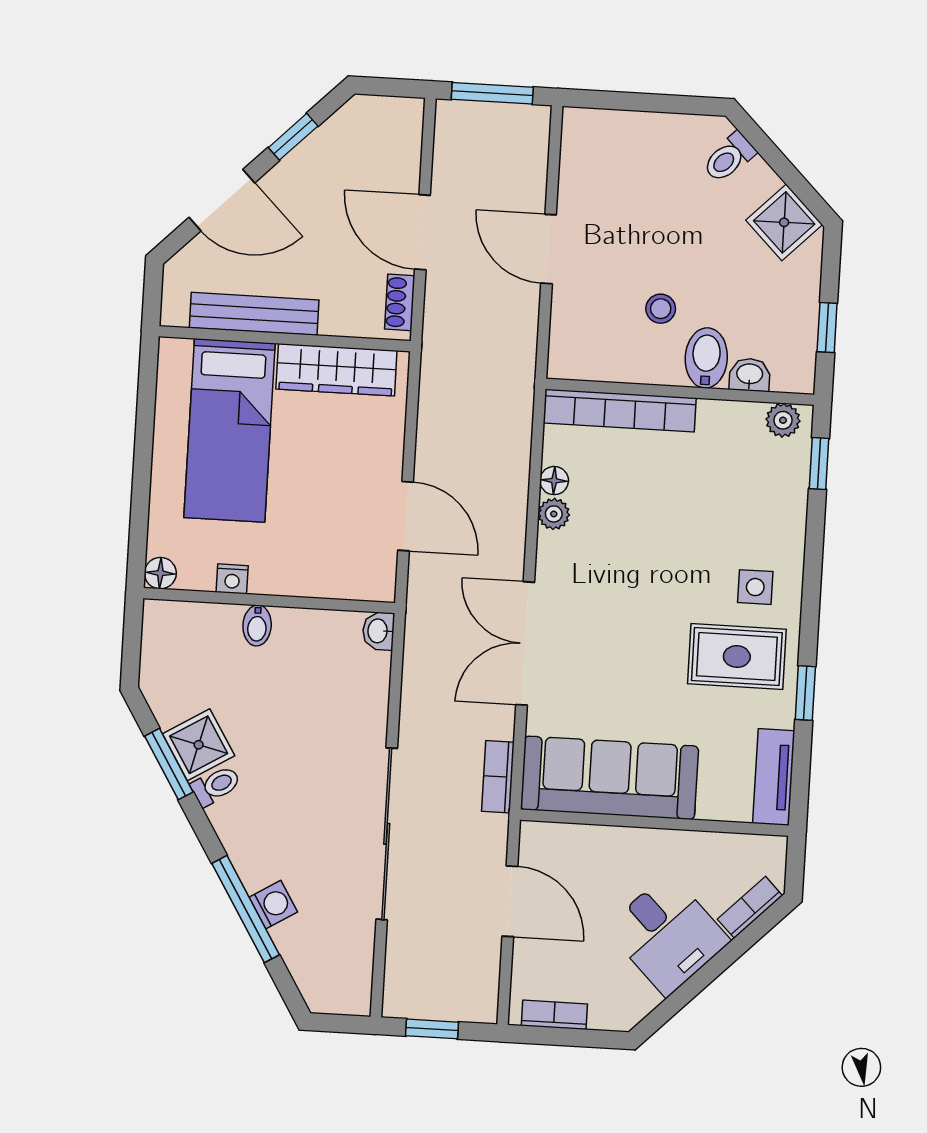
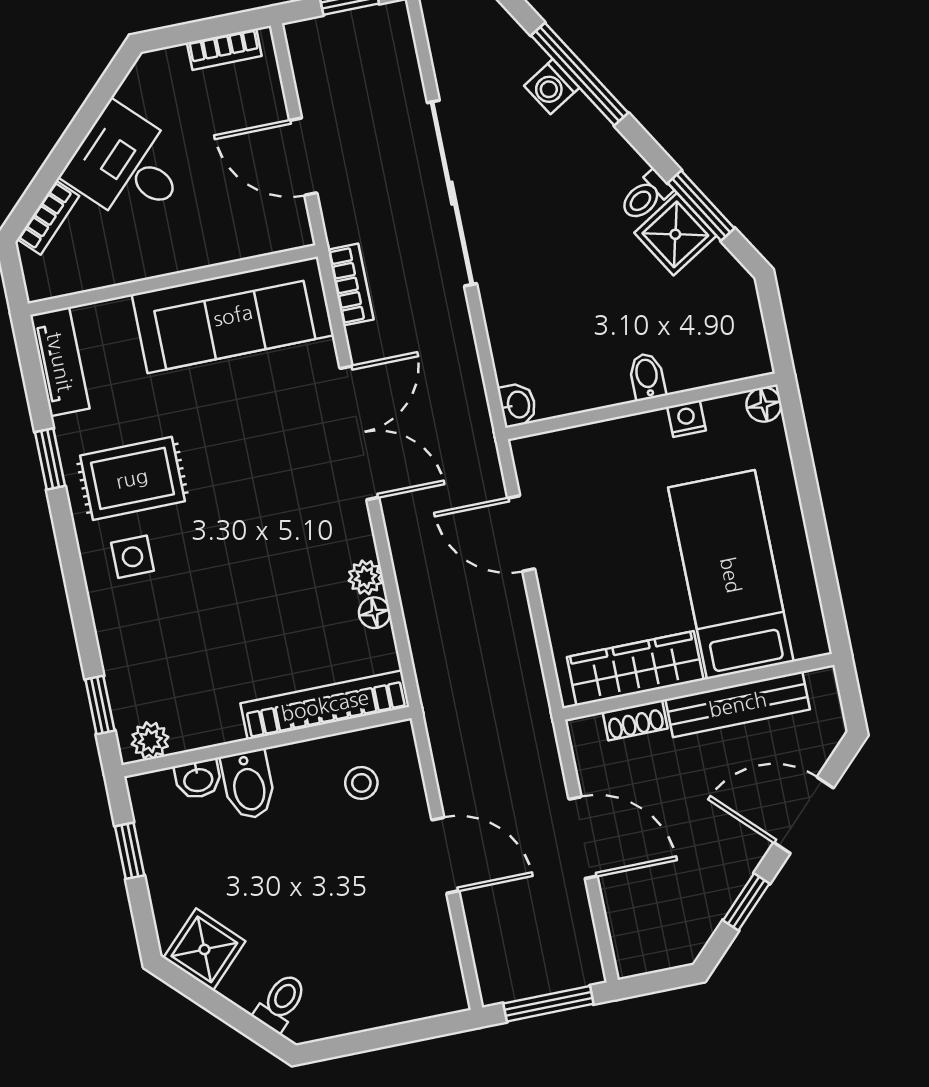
shoe rack: (400, 302) -> (635, 720), moved, turned 90
stool: (661, 309) -> (361, 783), moved

